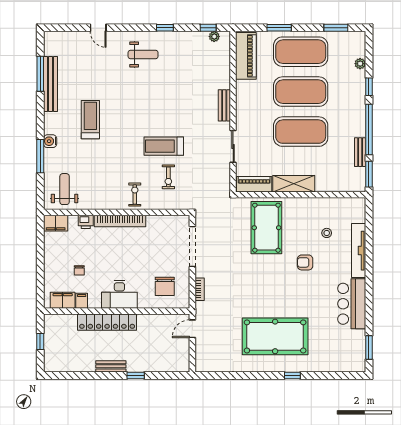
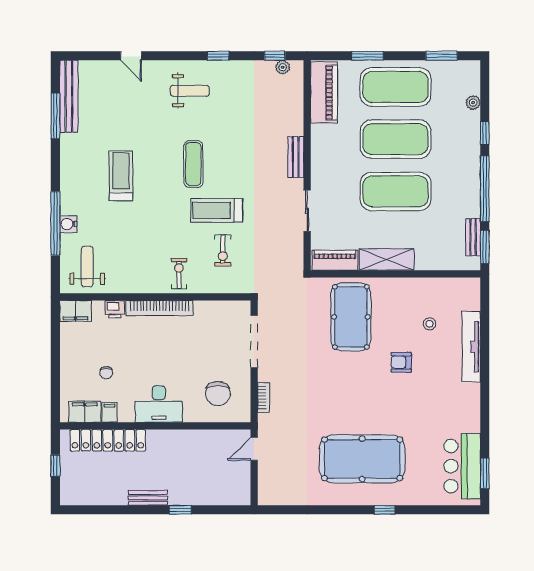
bench: (50, 84) -> (69, 96), moved
exercise mat: (146, 111) -> (193, 164), added
water cooler: (50, 141) -> (68, 224), moved
bench: (360, 152) -> (473, 237), moved
window: (40, 156) -> (55, 224), width x1.46
bar counter: (352, 304) -> (462, 466), moved
locker: (107, 322) -> (108, 440), moved

